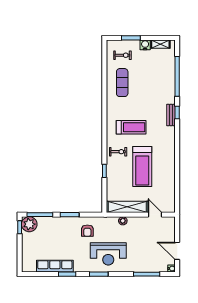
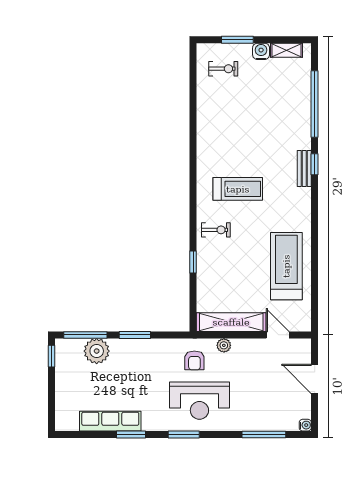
exercise mat: (122, 83) -> (223, 114), removed
treadmill: (142, 166) -> (286, 266), moved, turned 180
plant: (29, 224) -> (97, 351), moved
armchair: (87, 231) -> (194, 360), moved
door: (177, 251) -> (315, 379), moved

